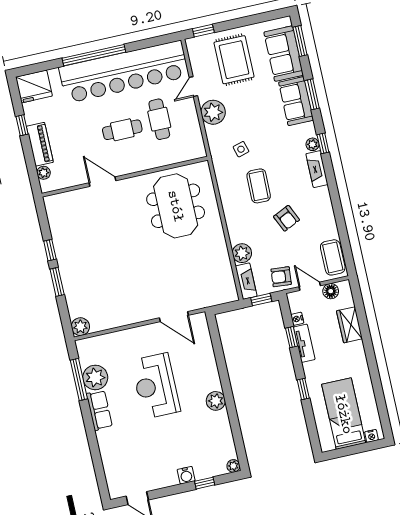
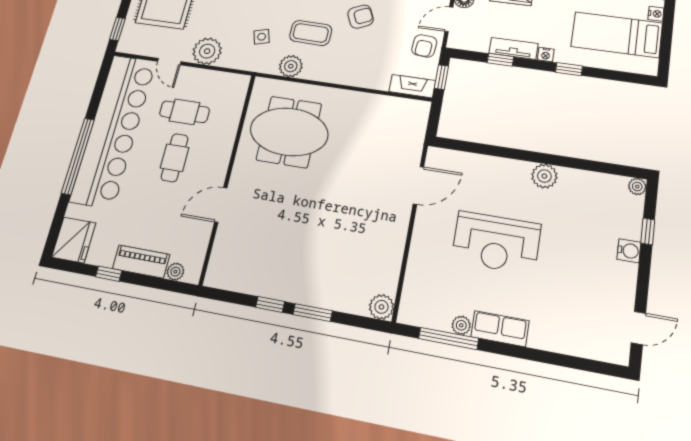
plant: (242, 253) -> (291, 66), moved
nightstand: (297, 319) -> (546, 55), moved
plant: (95, 377) -> (461, 325), width x0.53, depth x0.53

